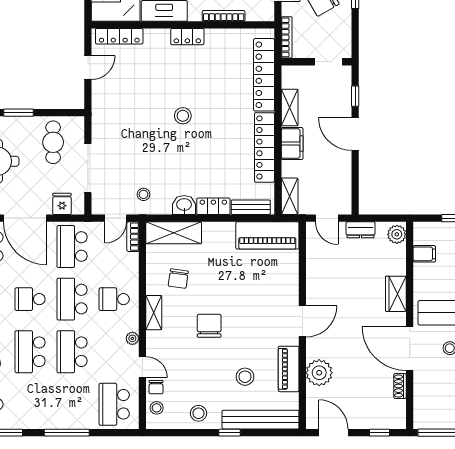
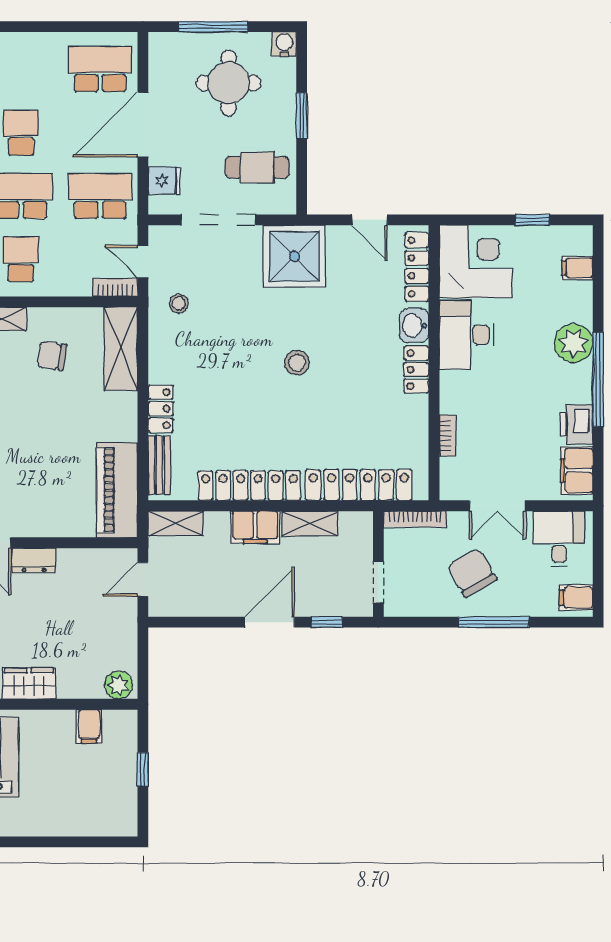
bookcase: (224, 16) -> (447, 436), width x0.64
shower: (112, 118) -> (294, 256), added
washbasin: (184, 205) -> (414, 326), moved, turned 180
dresser: (361, 230) -> (34, 560), moved, turned -90

